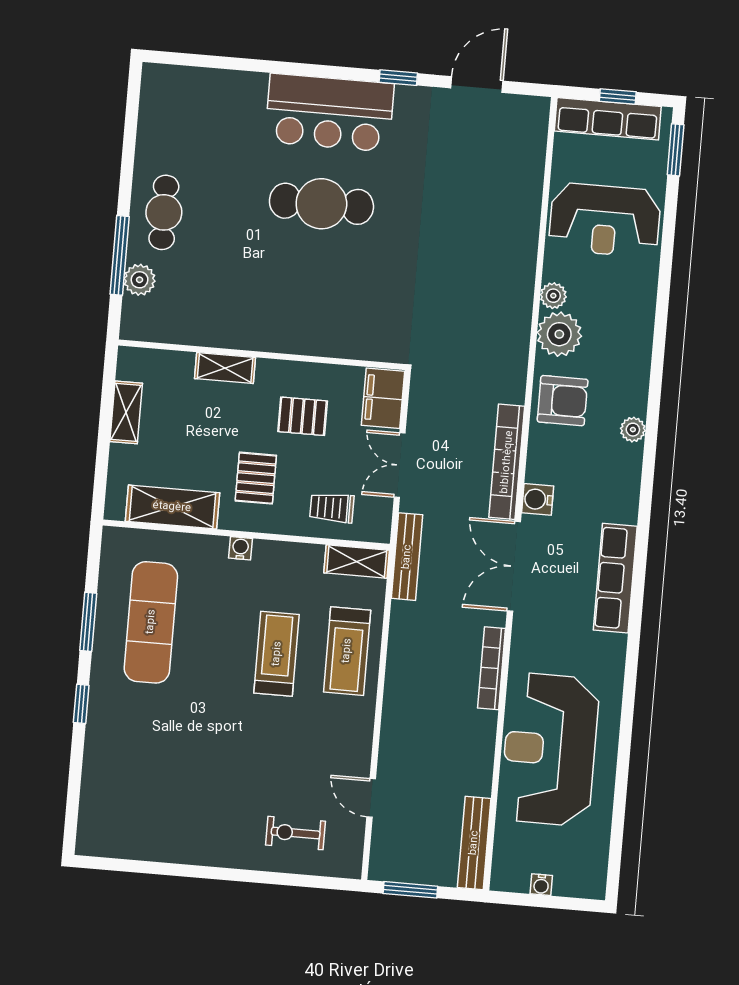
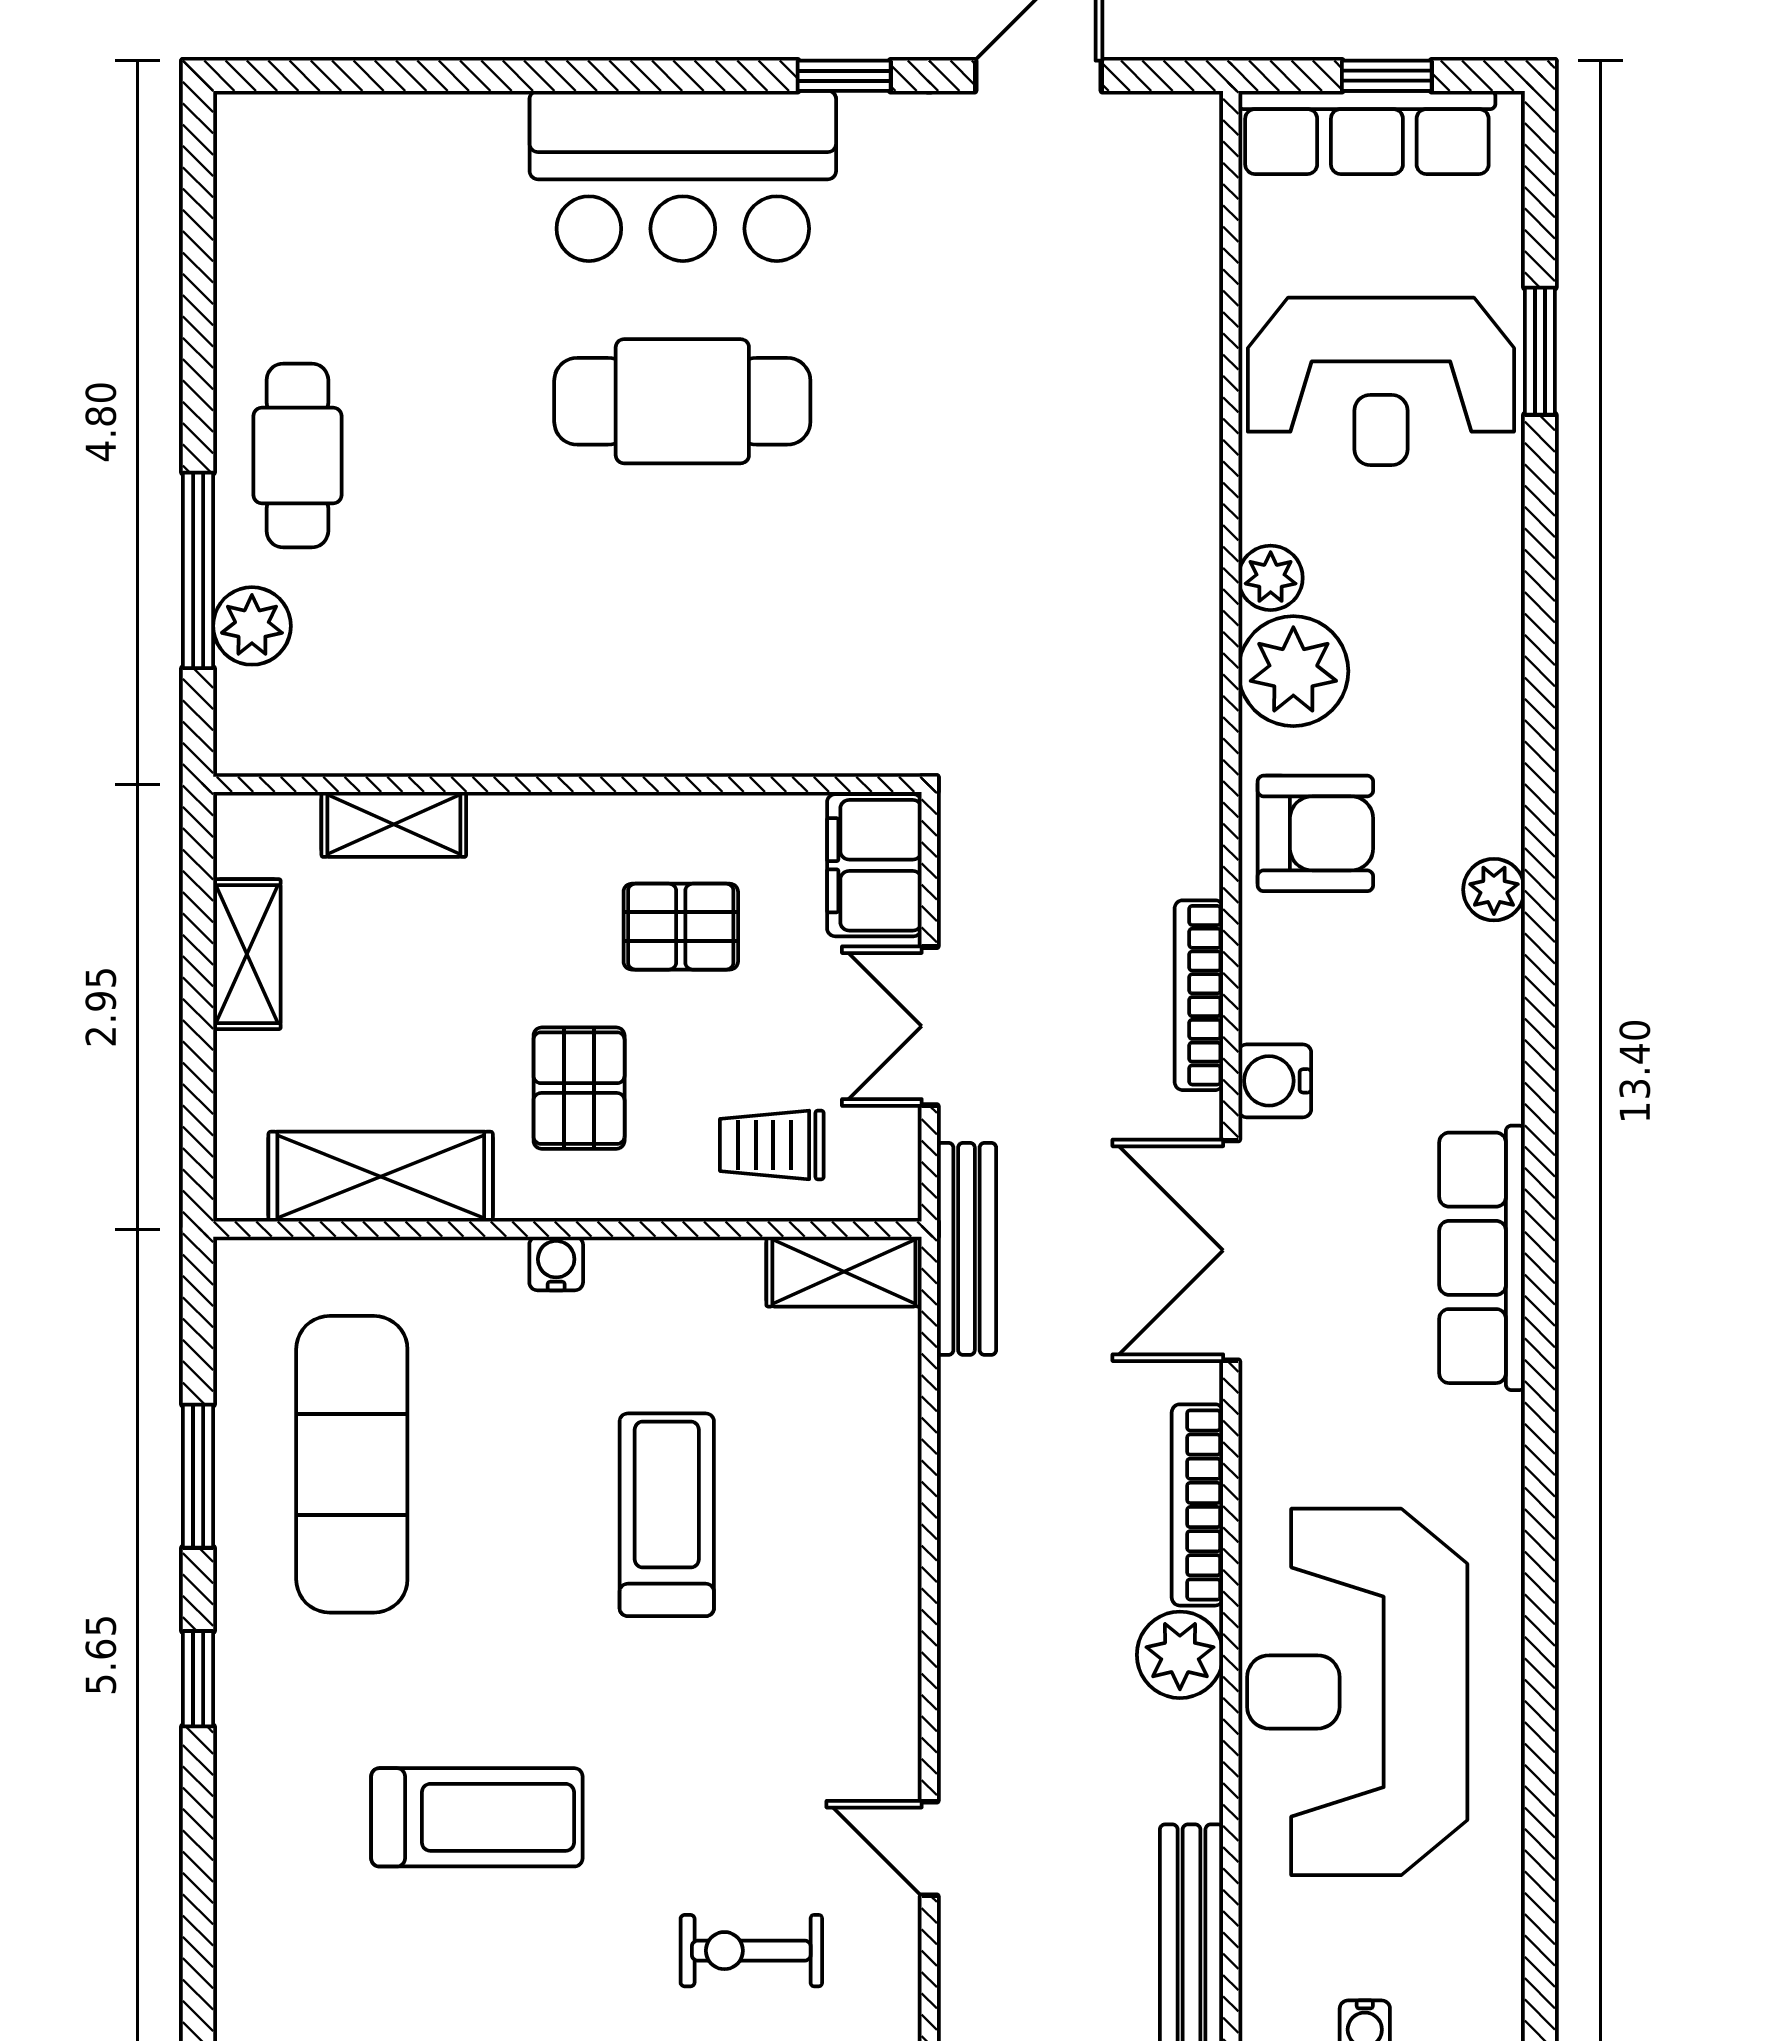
window: (676, 150) -> (1540, 351), moved
shelving: (225, 368) -> (394, 824), moved
bookcase: (507, 462) -> (1199, 995), width x0.68, depth x0.76
treadmill: (347, 651) -> (477, 1817), moved, turned -90
plant: (479, 728) -> (1180, 1655), added

